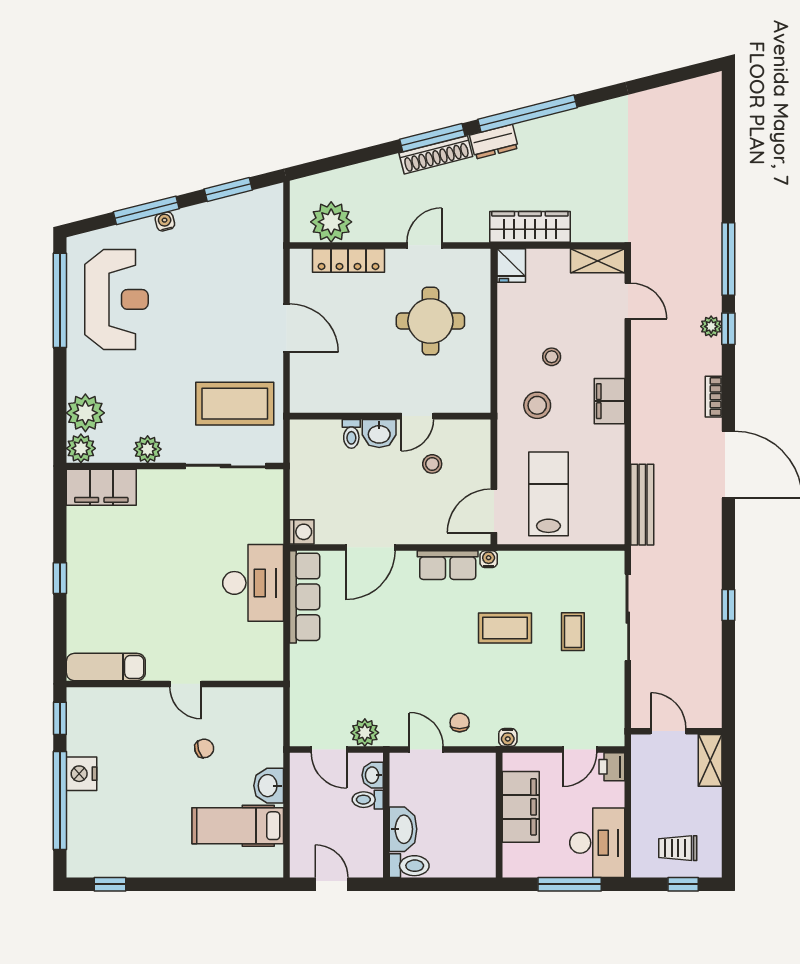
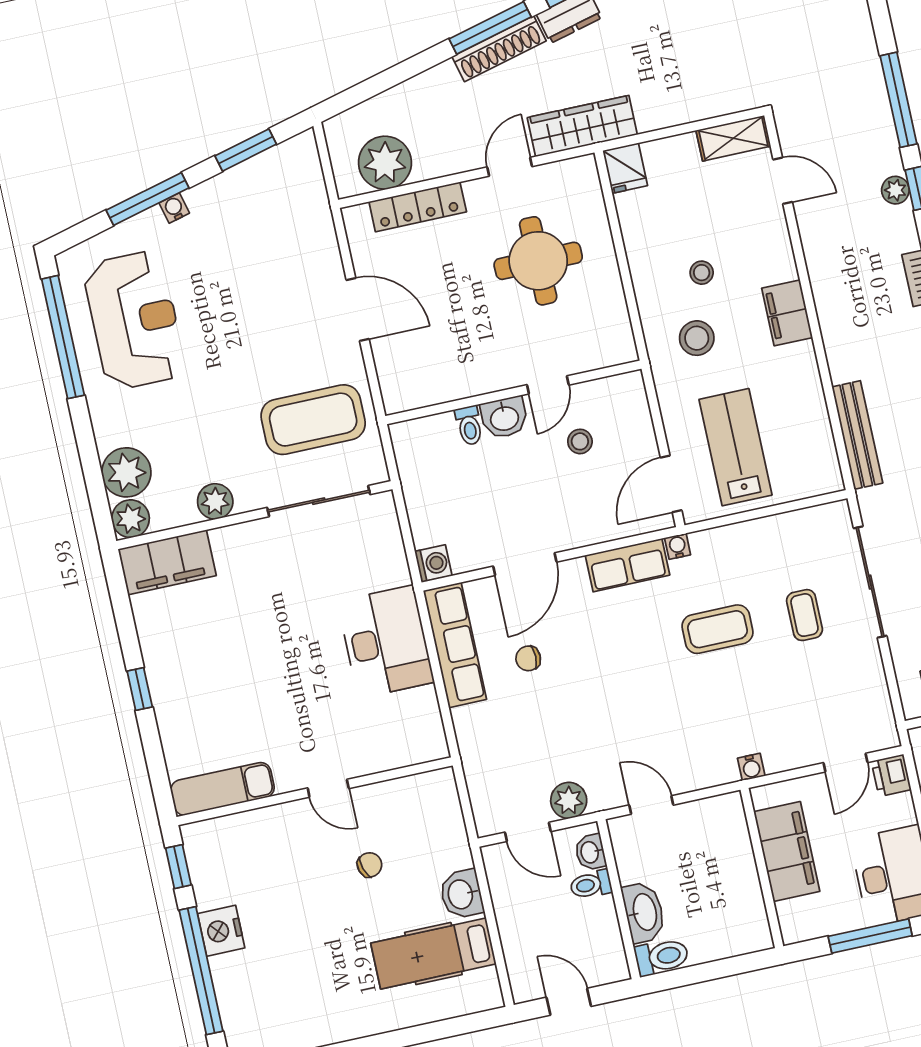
wardrobe: (530, 227) -> (582, 126), moved
chair: (460, 723) -> (528, 658), moved, turned -90

